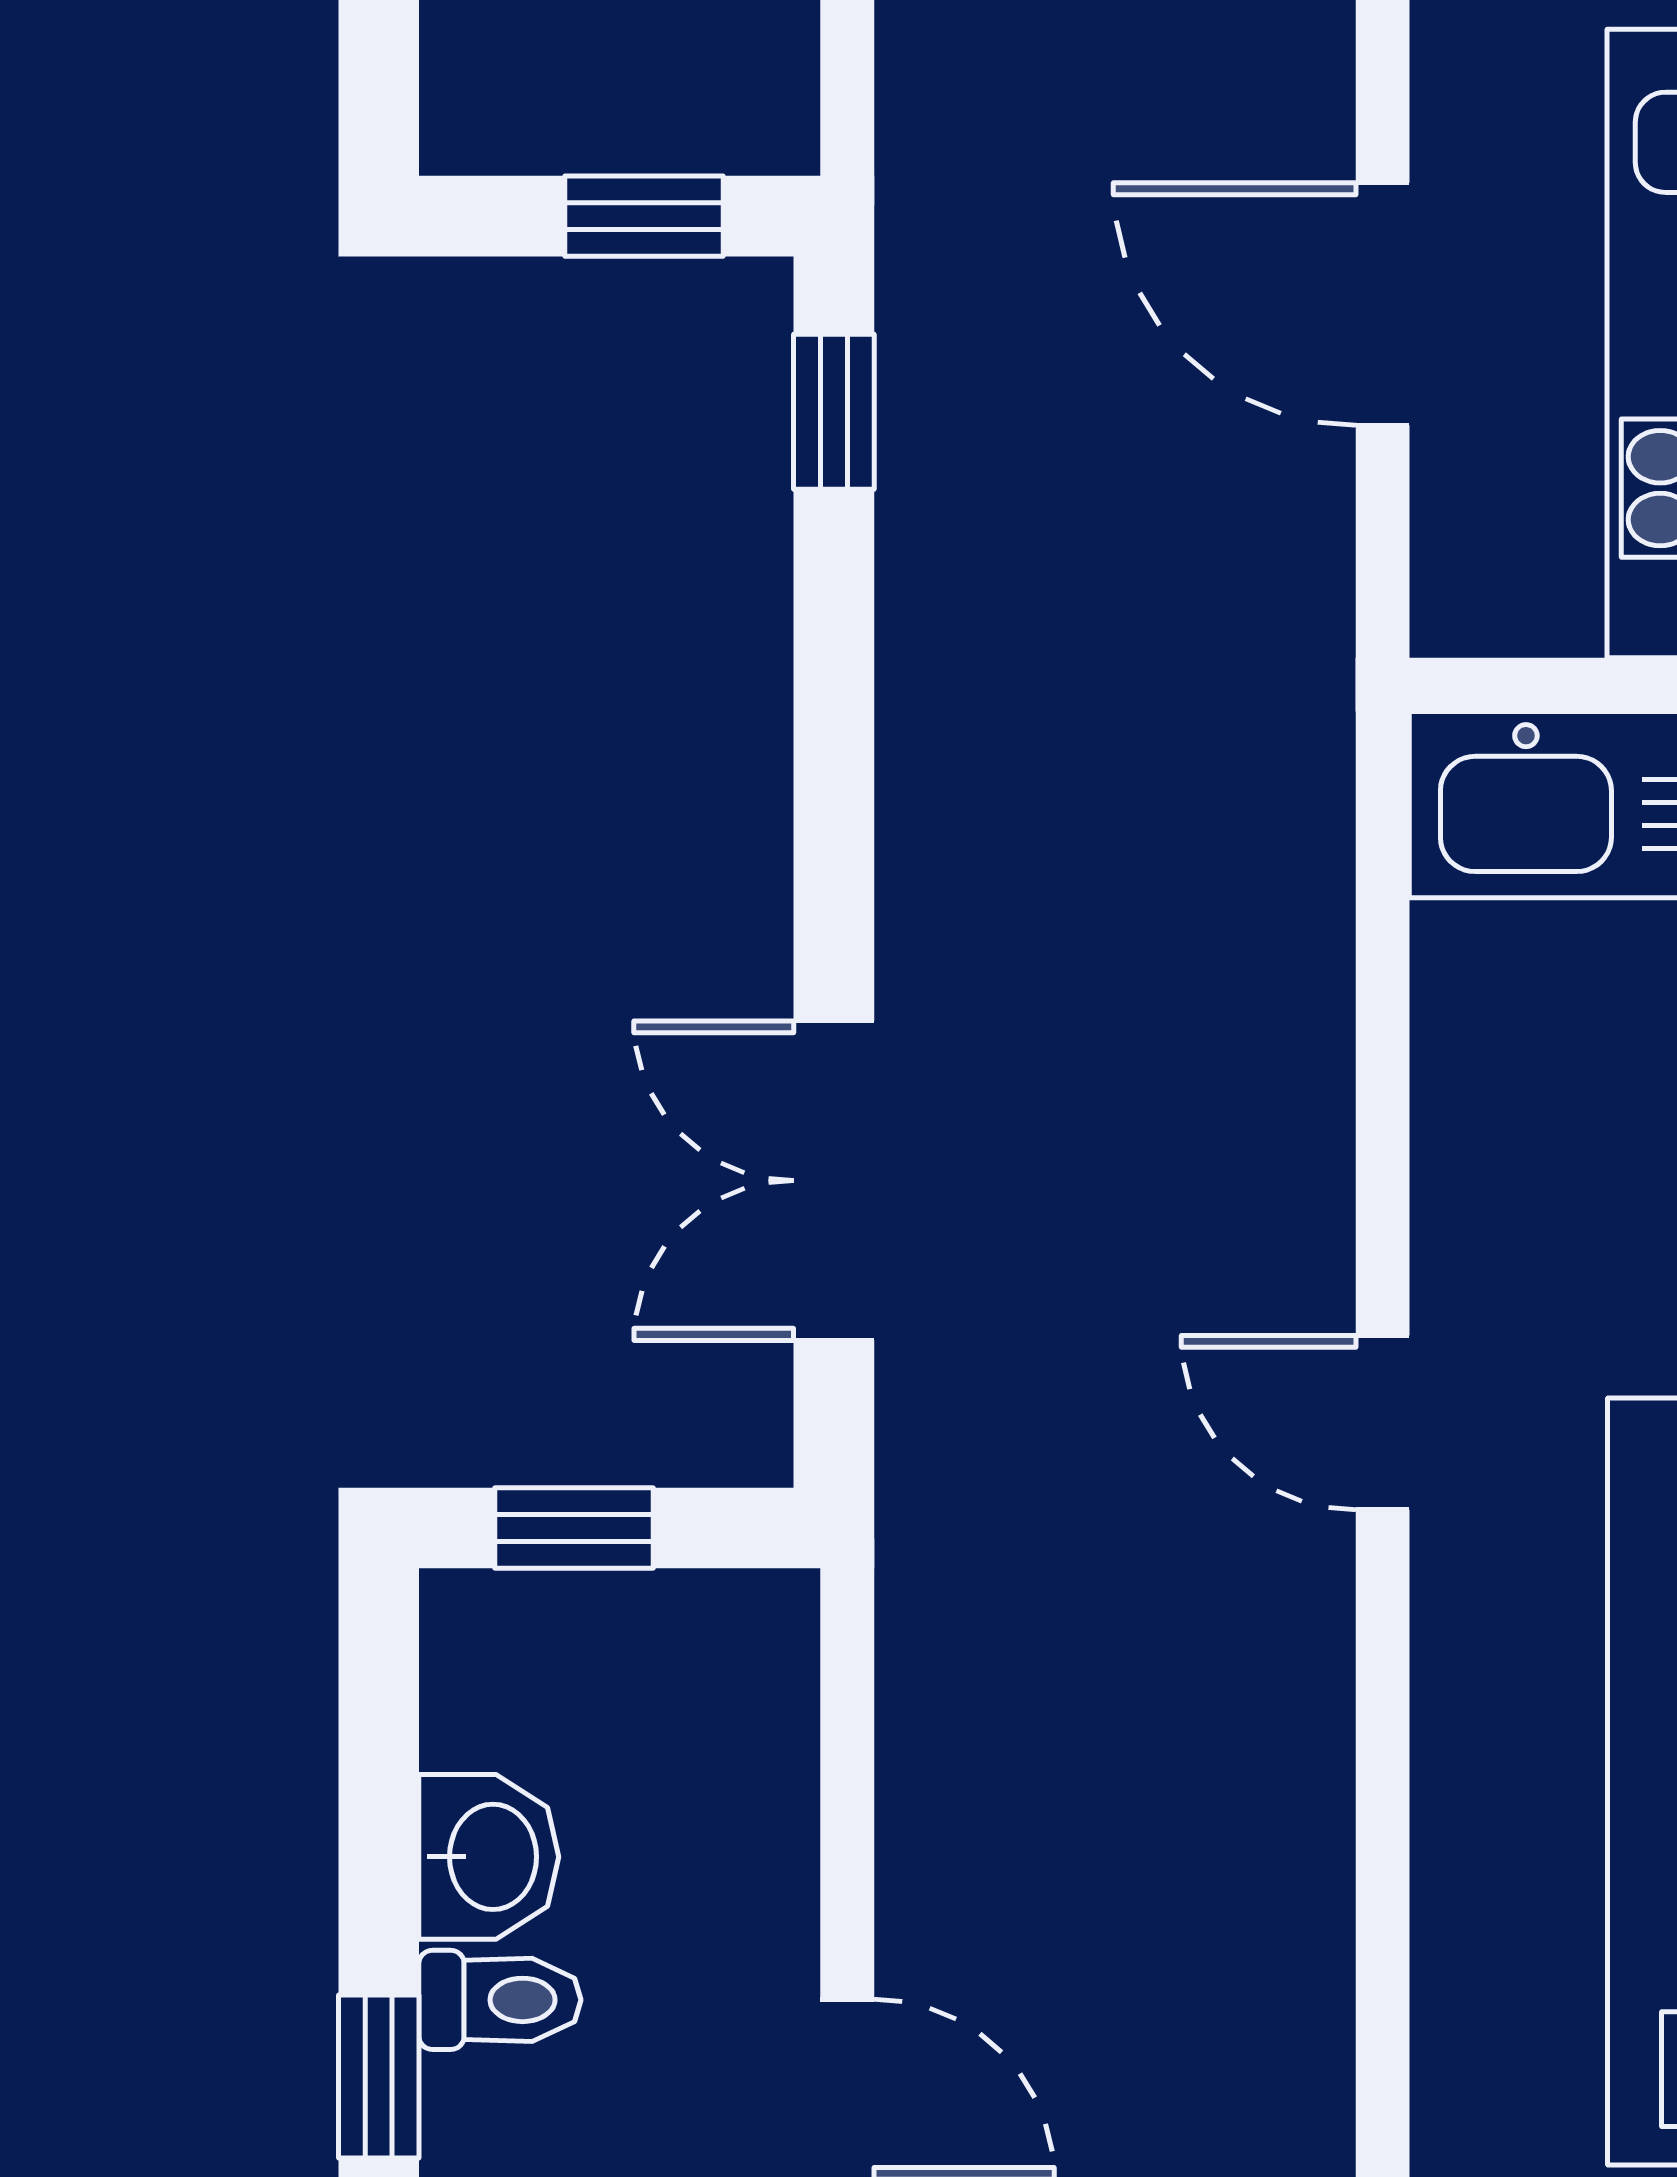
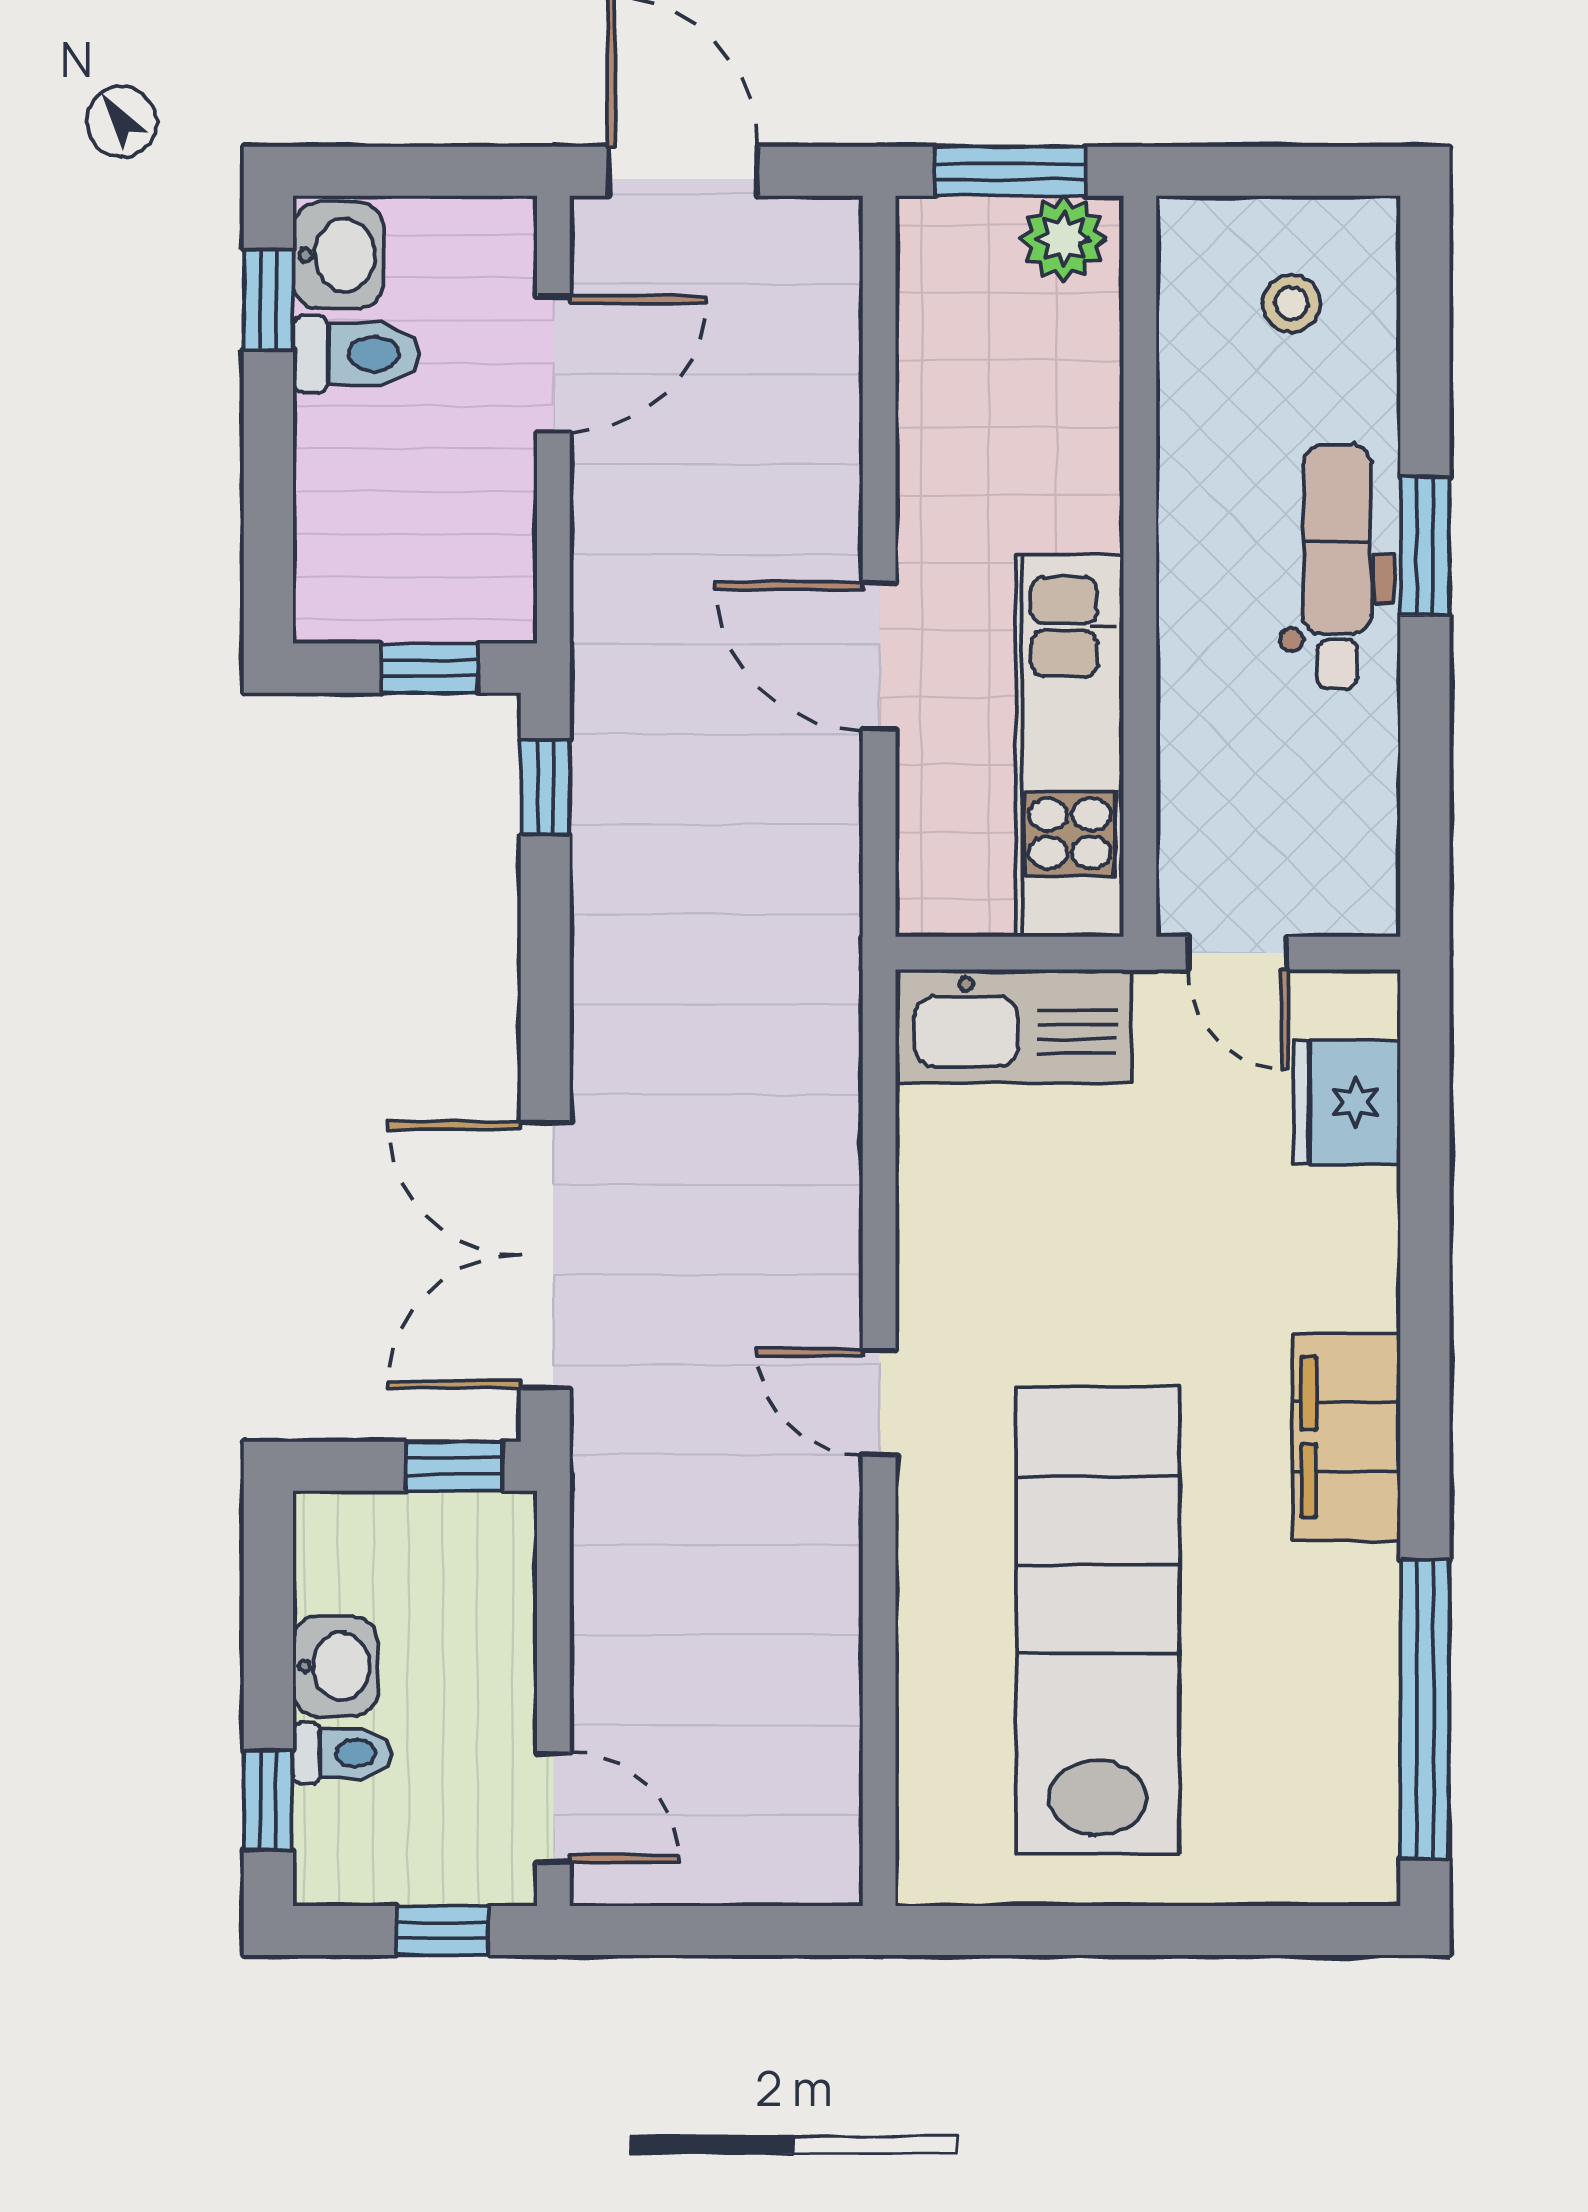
door: (1383, 304) -> (879, 656), moved
double door: (834, 1181) -> (545, 1255), width x1.37
window: (574, 1528) -> (454, 1466), moved

